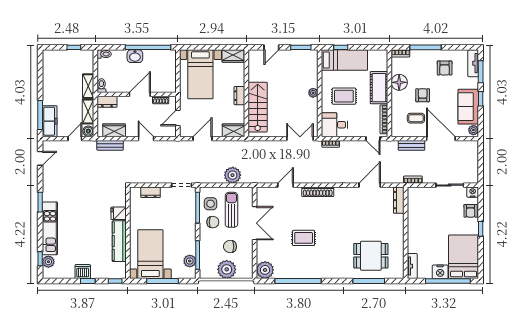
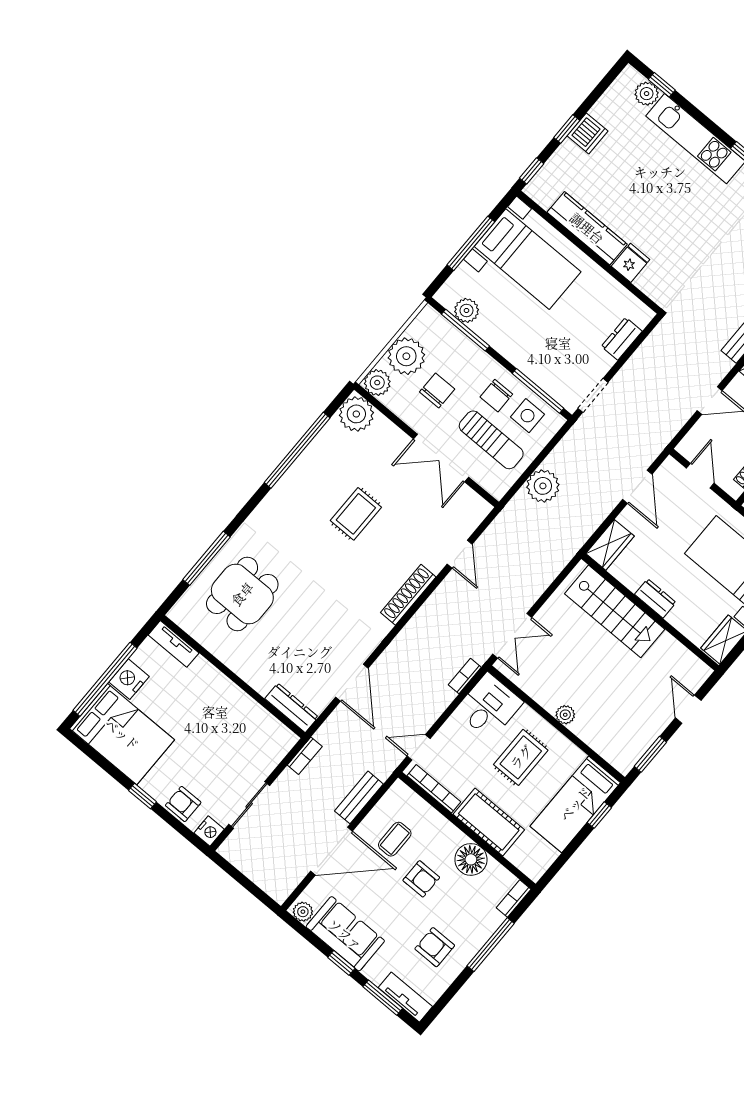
plant: (246, 272) -> (377, 383), added

